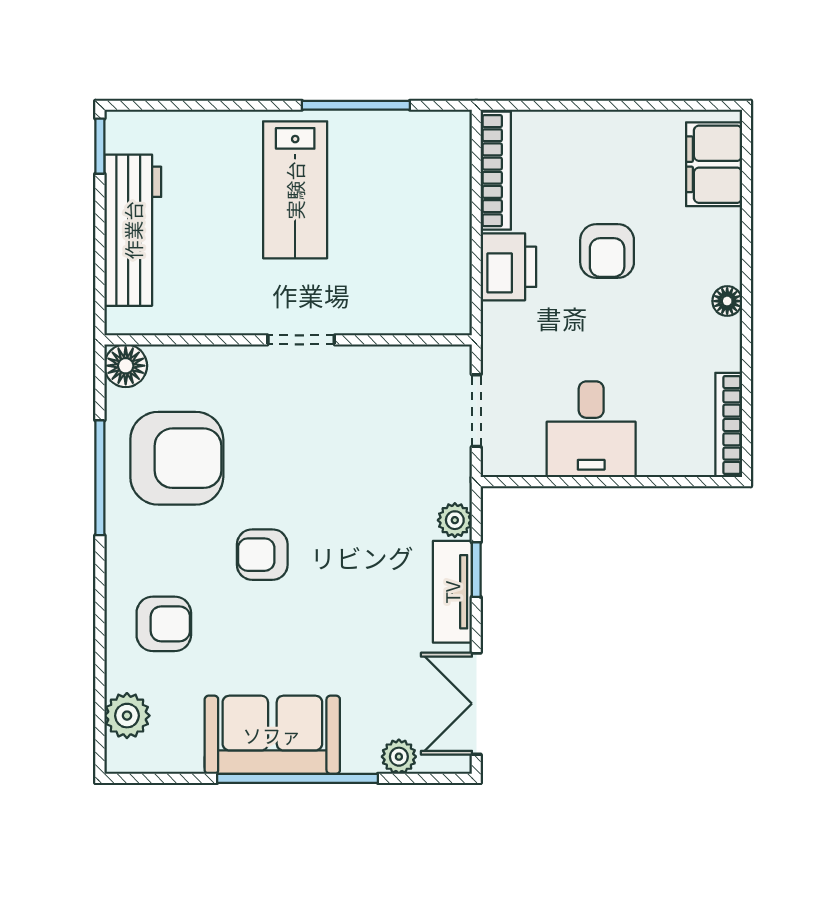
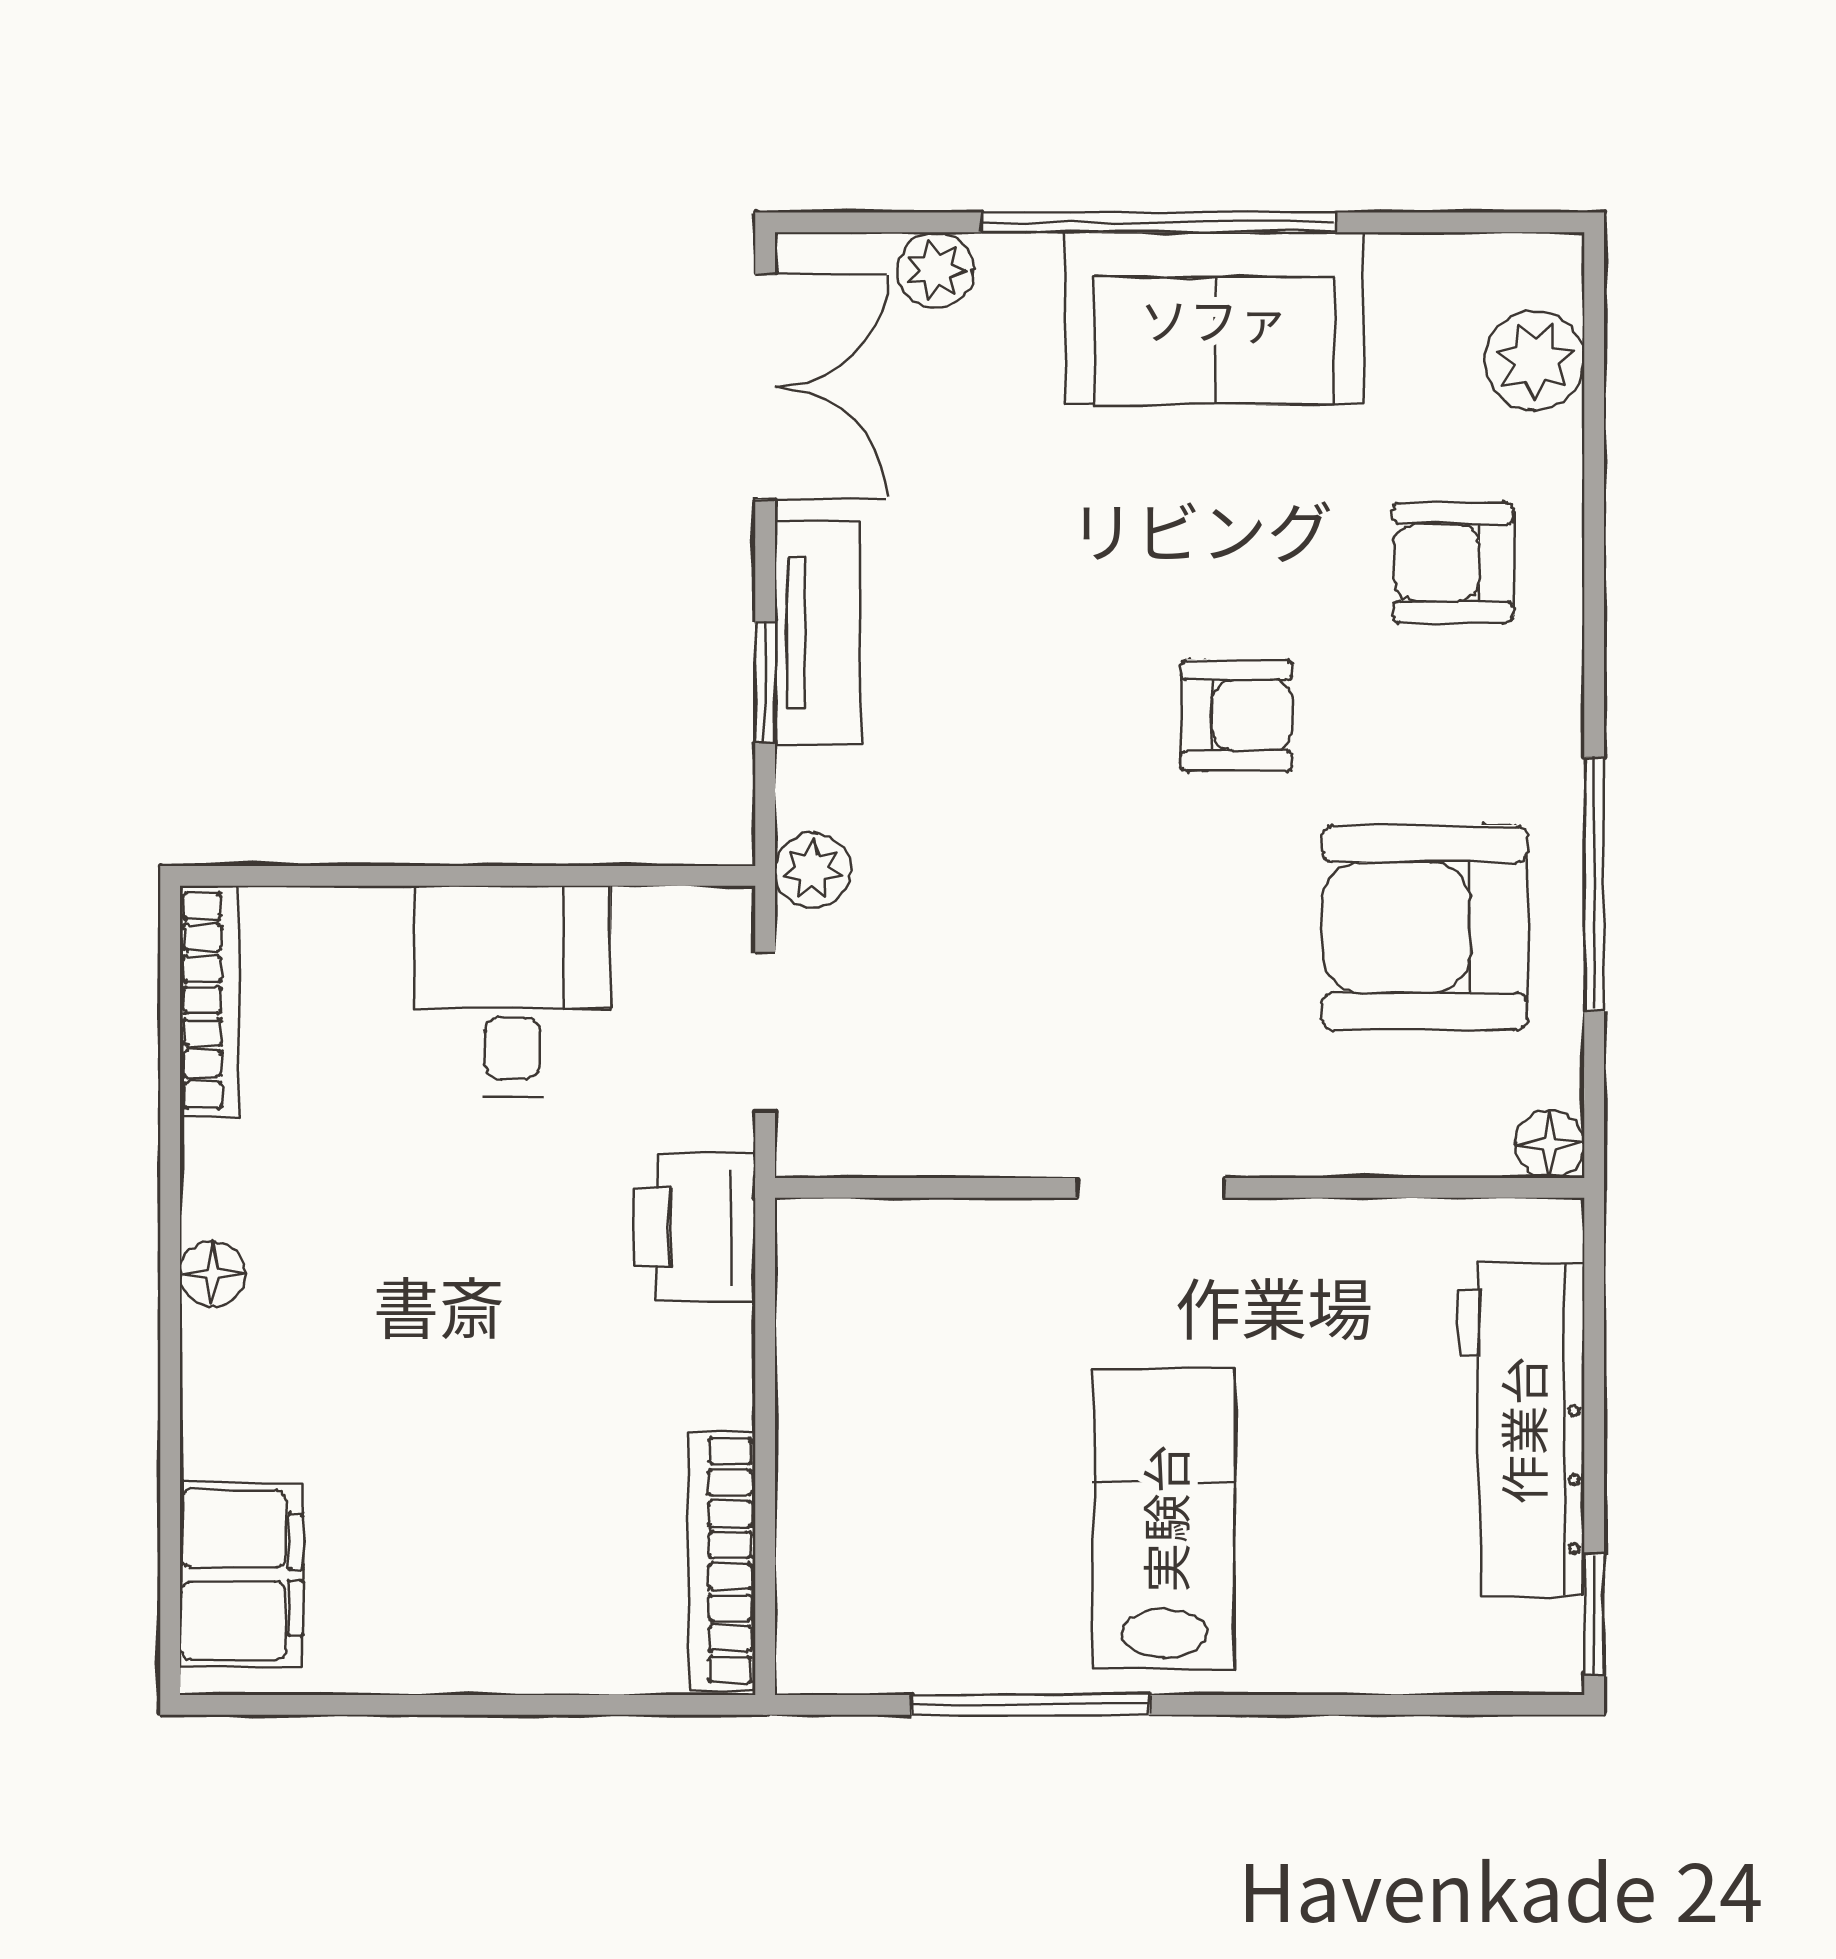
armchair: (607, 251) -> (477, 1384), removed
printer: (508, 267) -> (694, 1227), moved
floor lamp: (126, 366) -> (1550, 1144), width x0.73, depth x0.73
plant: (455, 520) -> (812, 870), moved

